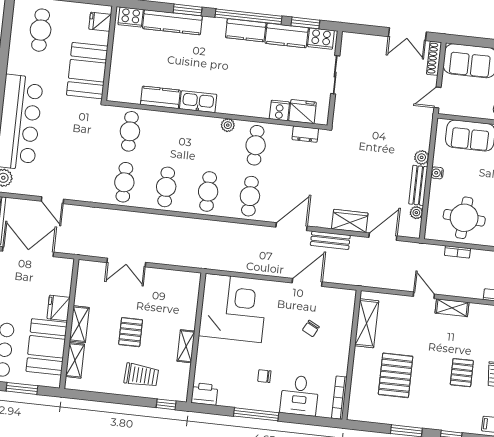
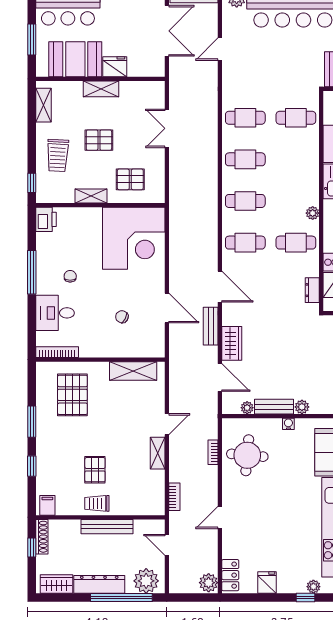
pallet: (174, 305) -> (130, 179), added
shelving: (75, 360) -> (44, 105), moved, turned 90
pallet: (462, 373) -> (95, 470), turned 90
pallet: (396, 375) -> (72, 395), moved, turned 90

